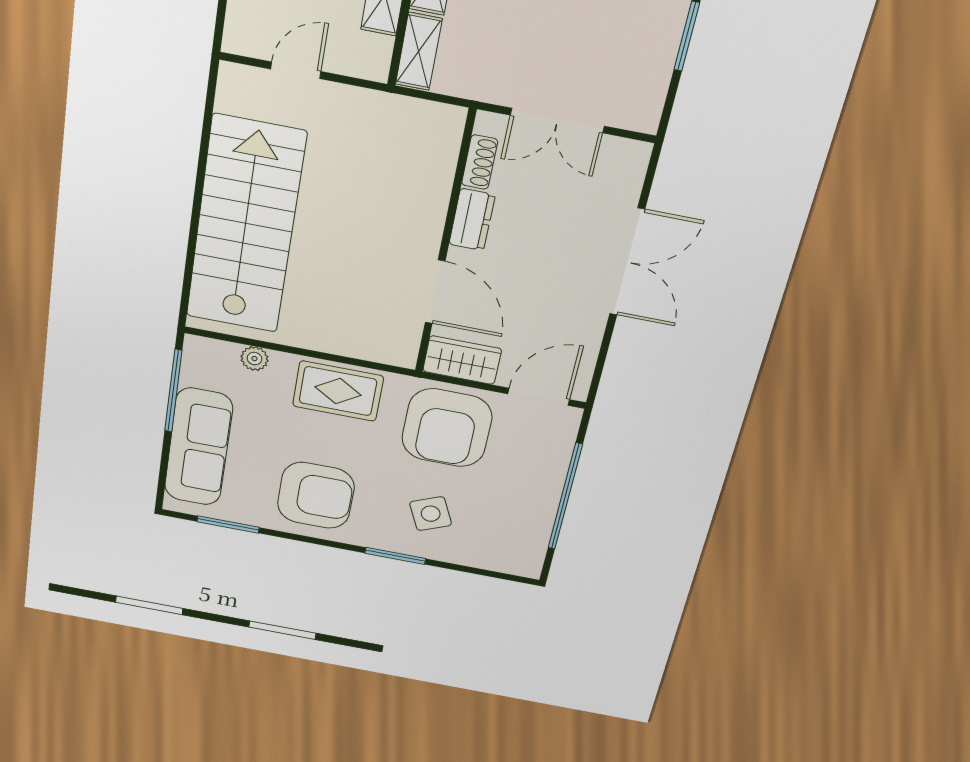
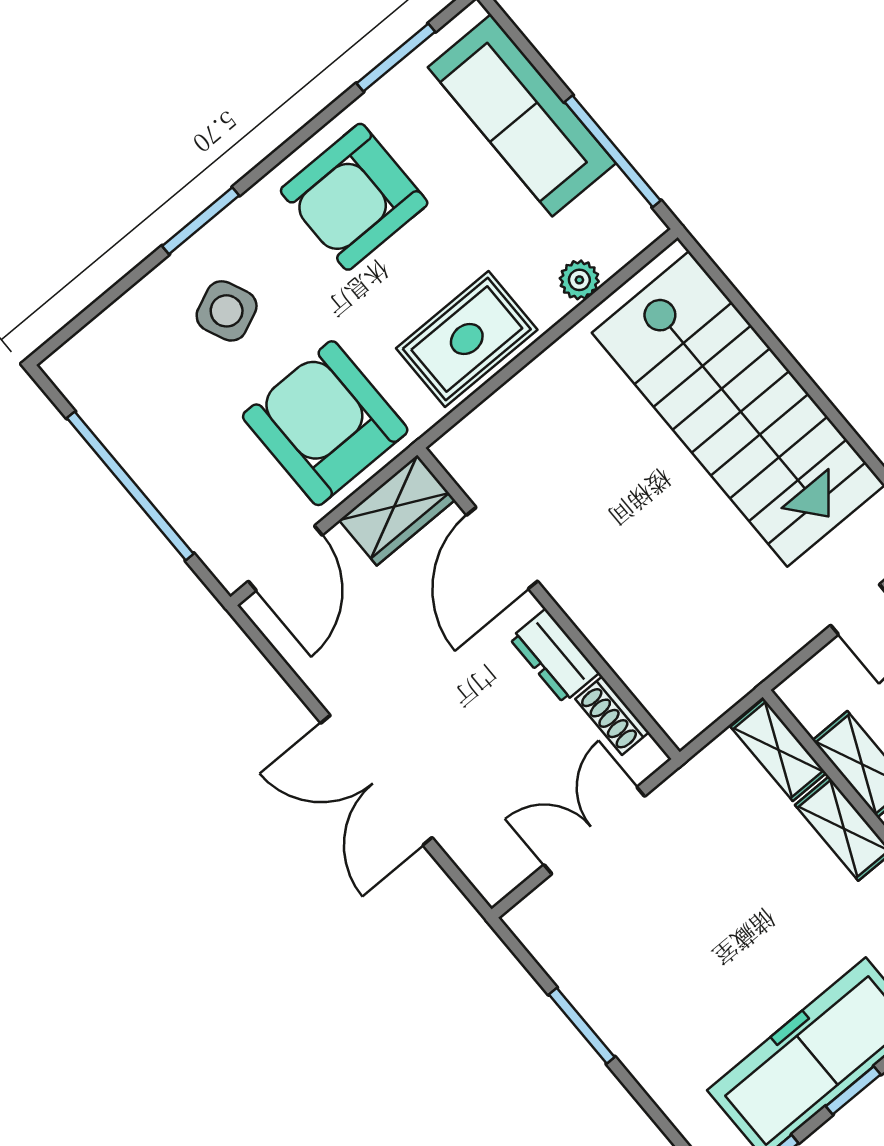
door: (435, 292) -> (502, 548), hinge flipped

